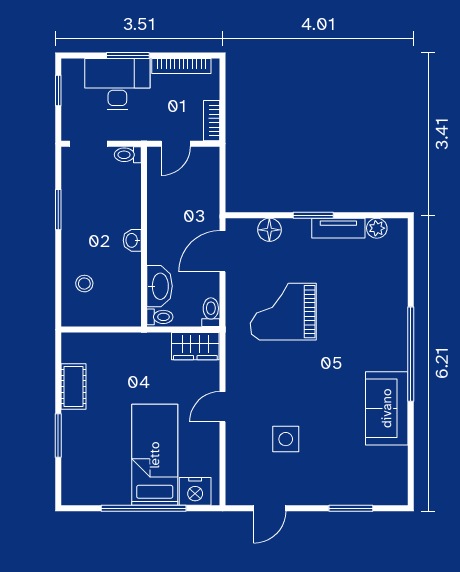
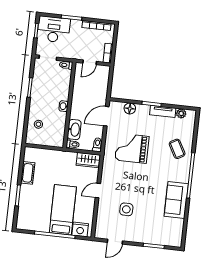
desk: (117, 84) -> (54, 29), moved
coffee table: (377, 302) -> (177, 149), added

